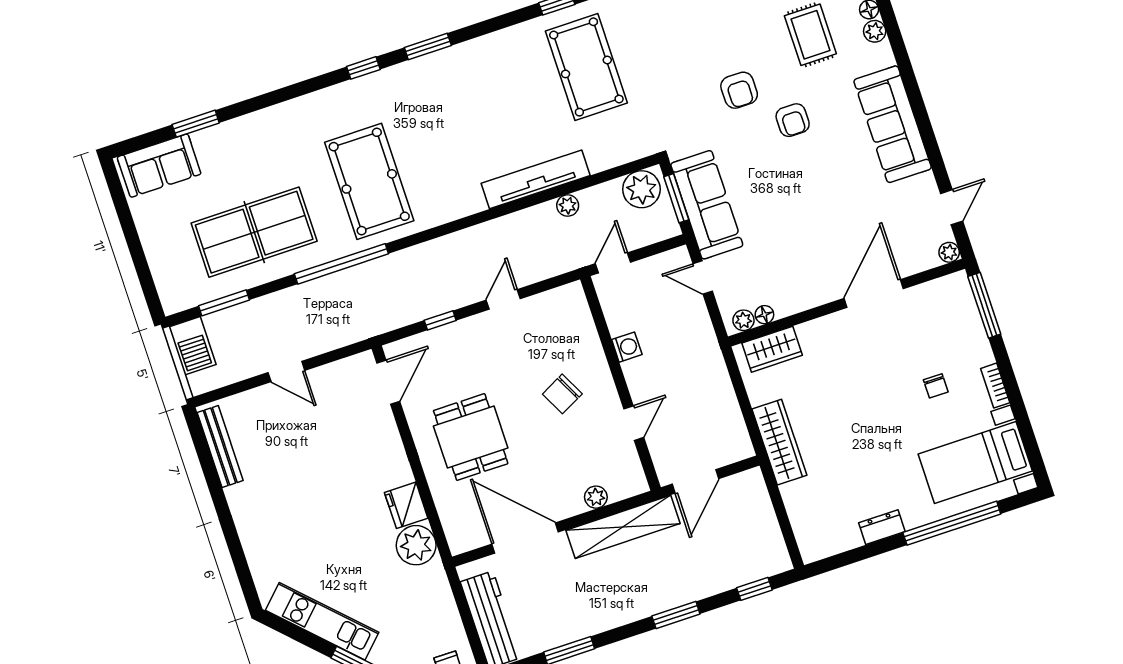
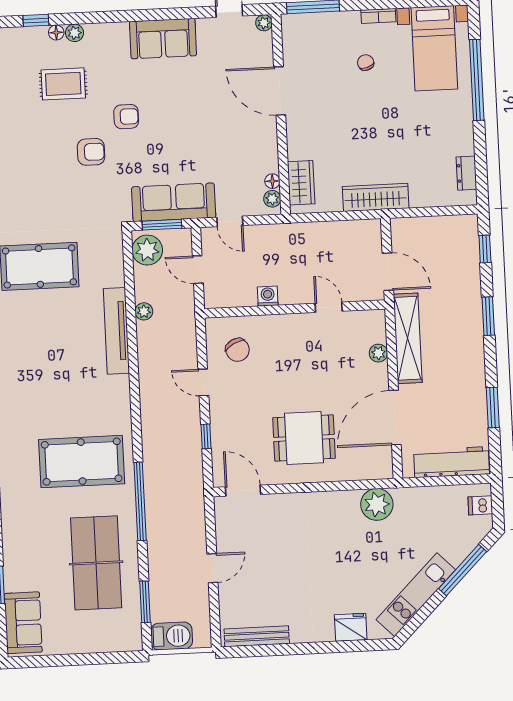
sofa: (893, 124) -> (163, 39), width x0.73
door: (613, 263) -> (198, 270), moved
door: (703, 278) -> (230, 221), hinge flipped
chair: (936, 386) -> (366, 63), turned -108
chair: (562, 394) -> (238, 350), moved
fridge: (406, 505) -> (351, 627), moved, turned 180
dresser: (882, 527) -> (466, 173), moved

